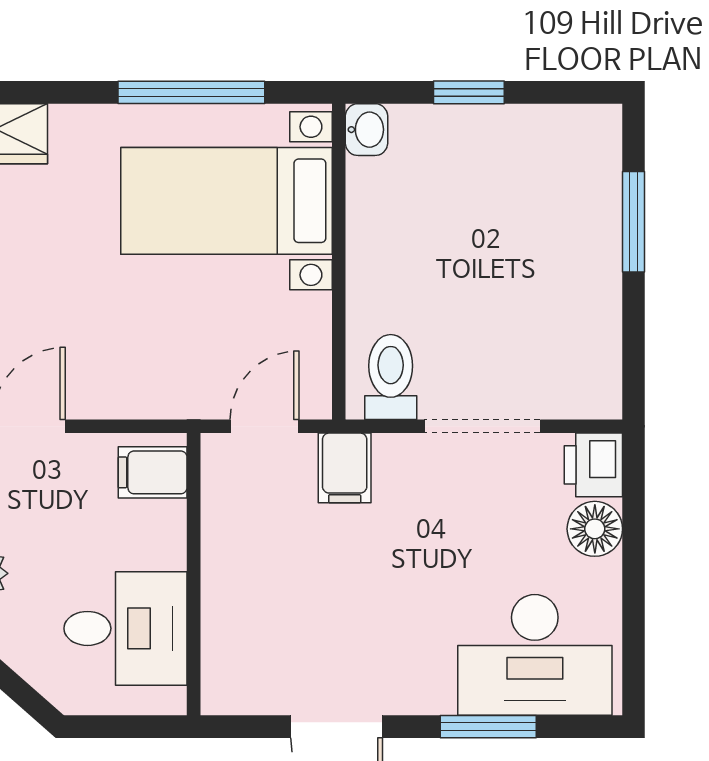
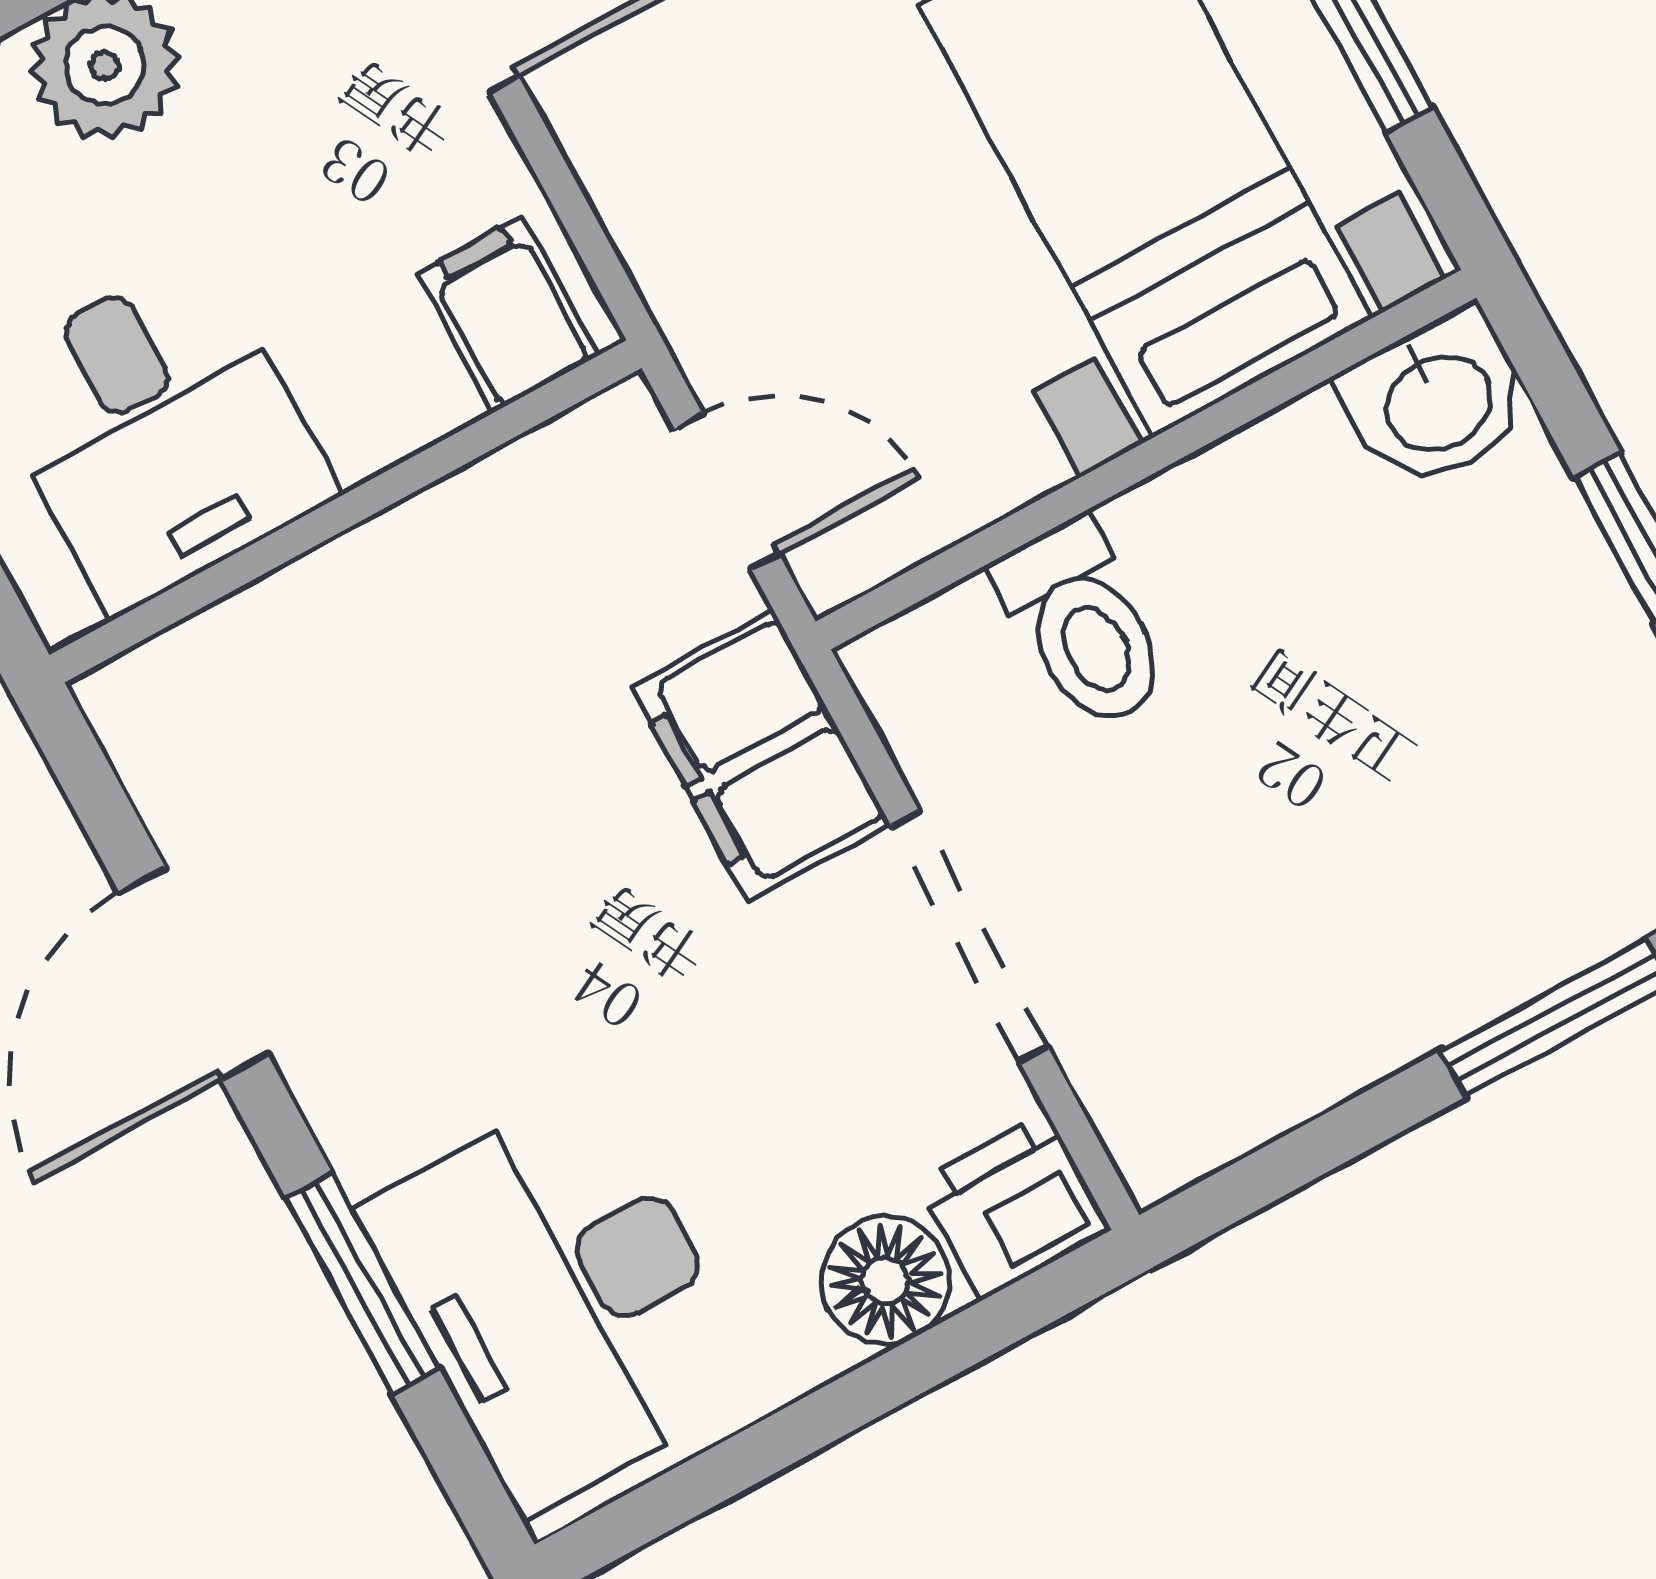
washbasin: (367, 130) -> (1437, 400), width x1.38, depth x1.45
toilet: (391, 377) -> (1083, 625), moved, turned 90
filing cabinet: (345, 468) -> (760, 755), width x2.00

